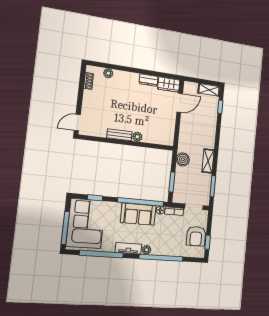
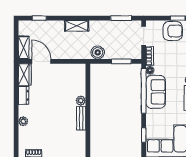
plant: (108, 73) -> (23, 121), moved
shelving: (209, 90) -> (24, 48), moved
shelving: (208, 161) -> (77, 26), moved

